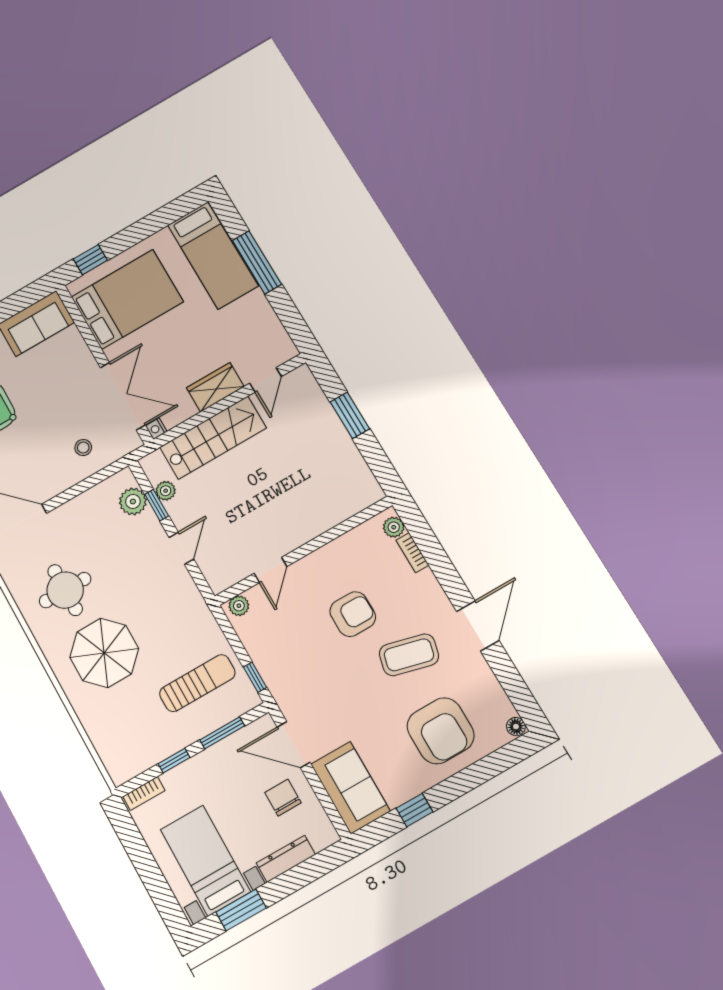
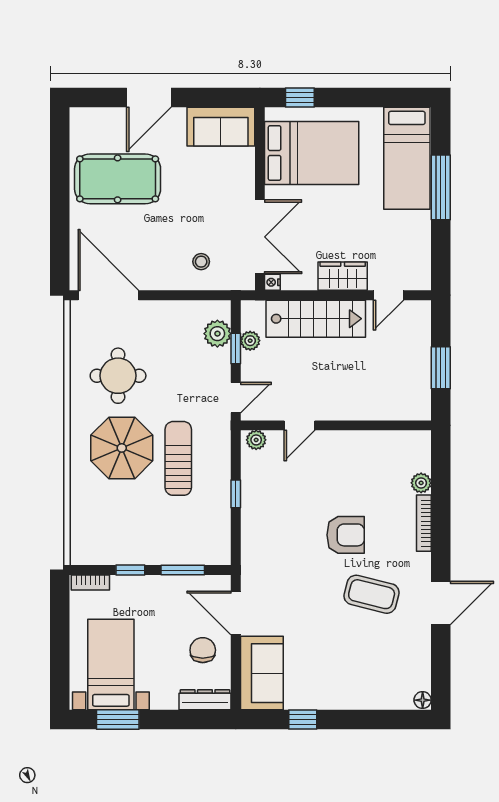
wall: (303, 551) -> (336, 425), moved
bookcase: (412, 553) -> (424, 523), width x1.56
door: (271, 570) -> (299, 425), moved
plant: (239, 606) -> (256, 440), moved
window: (255, 677) -> (236, 494), moved
sun lounger: (197, 683) -> (178, 458), moved, turned -90
armchair: (441, 731) -> (361, 669), removed
dresser: (286, 859) -> (205, 700), moved

